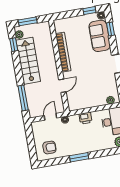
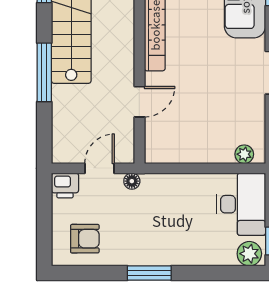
window: (23, 98) -> (44, 72), moved
printer: (86, 118) -> (65, 185), moved

